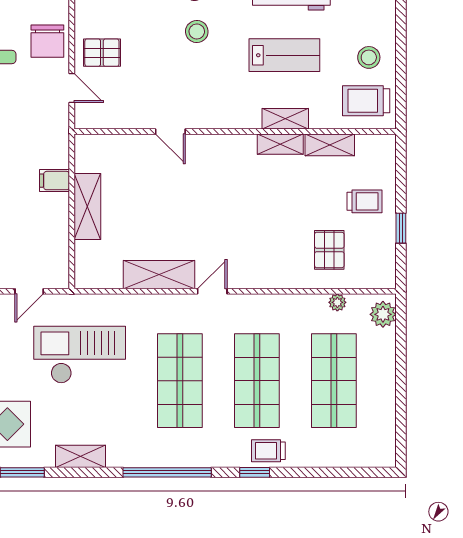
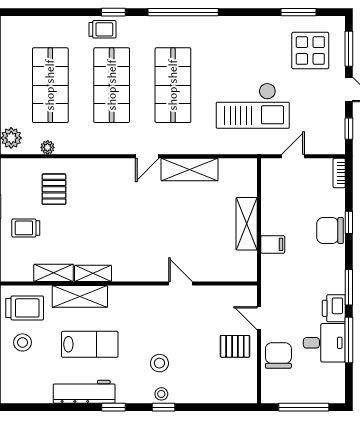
lab bench: (284, 55) -> (90, 344), turned 180
shelving: (285, 119) -> (80, 296), width x1.50, depth x1.33
shelving: (80, 456) -> (252, 25), removed

